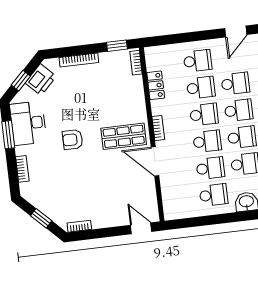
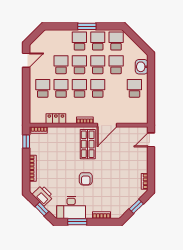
door: (236, 32) -> (26, 60), hinge flipped
school desk: (210, 168) -> (116, 88), removed

